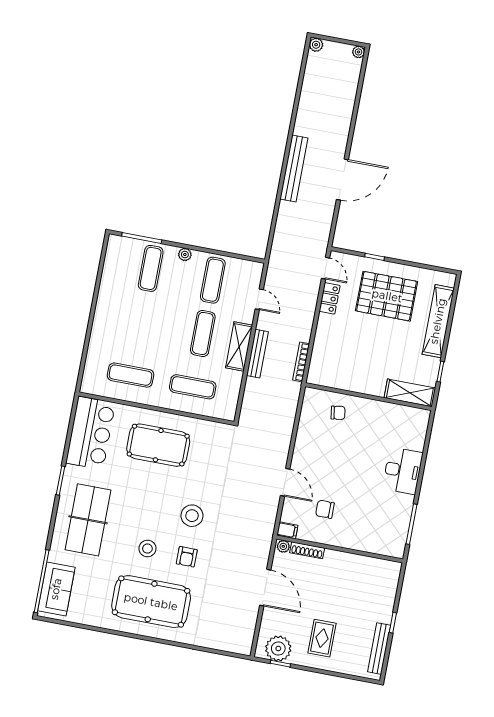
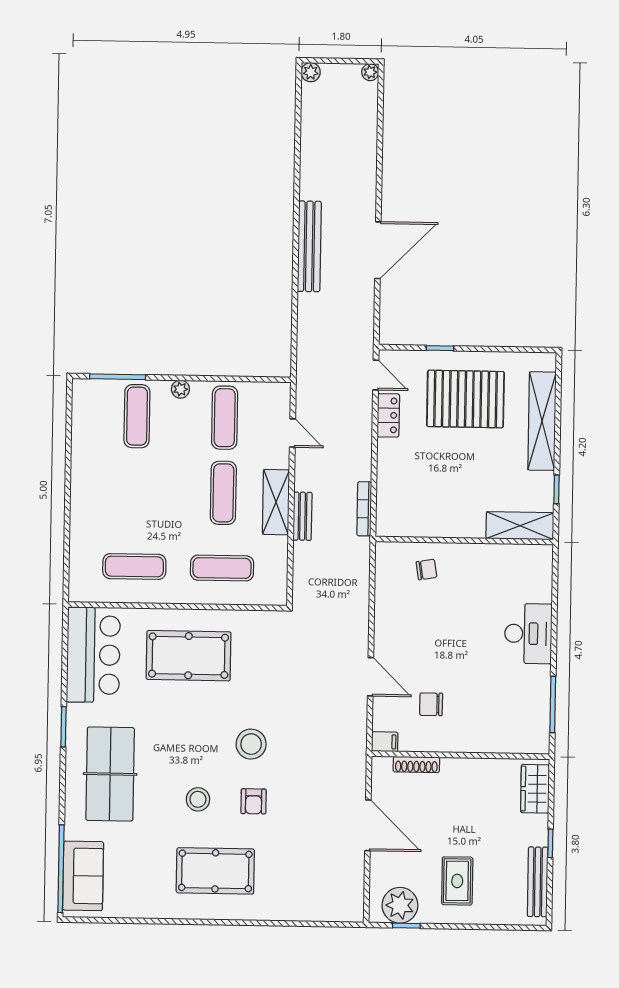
bench: (257, 354) -> (302, 516), width x0.73
plant: (283, 546) -> (383, 765), removed
wardrobe: (389, 582) -> (535, 789), added
pool table: (151, 602) -> (215, 871), width x0.73, depth x0.76

